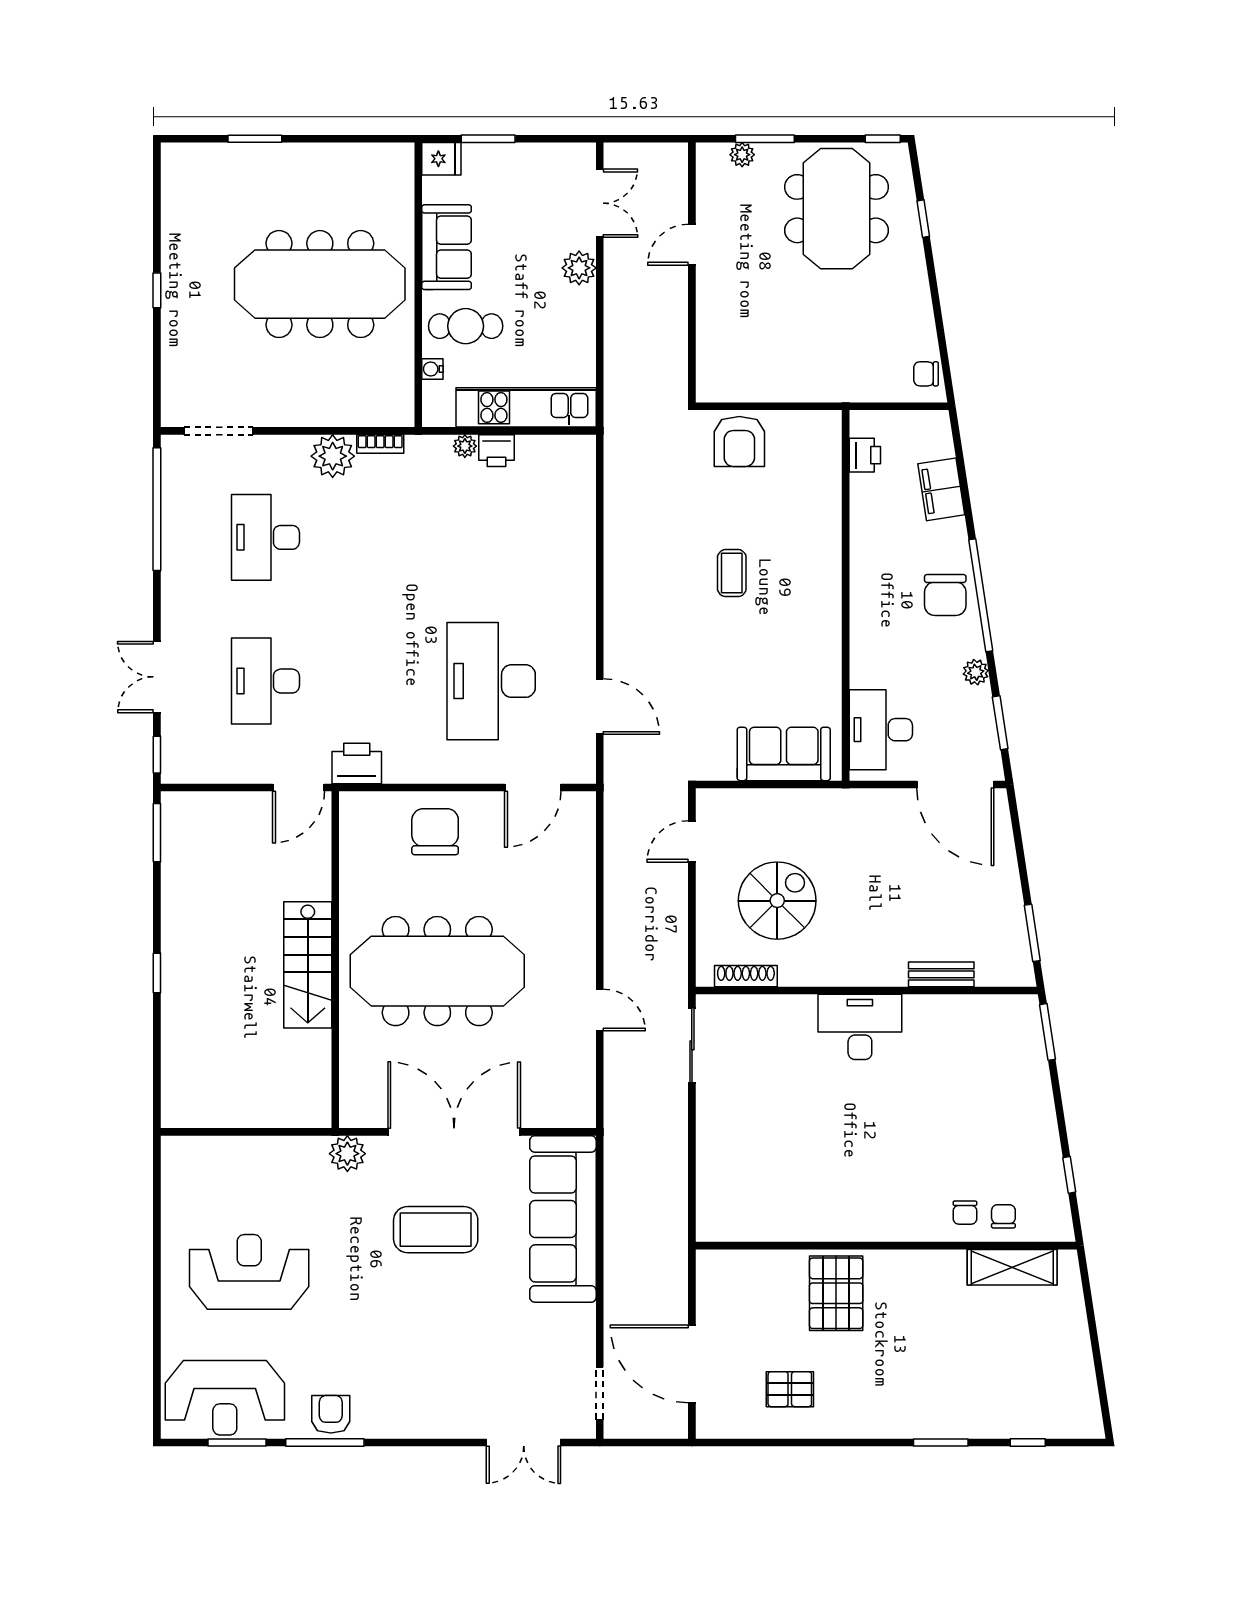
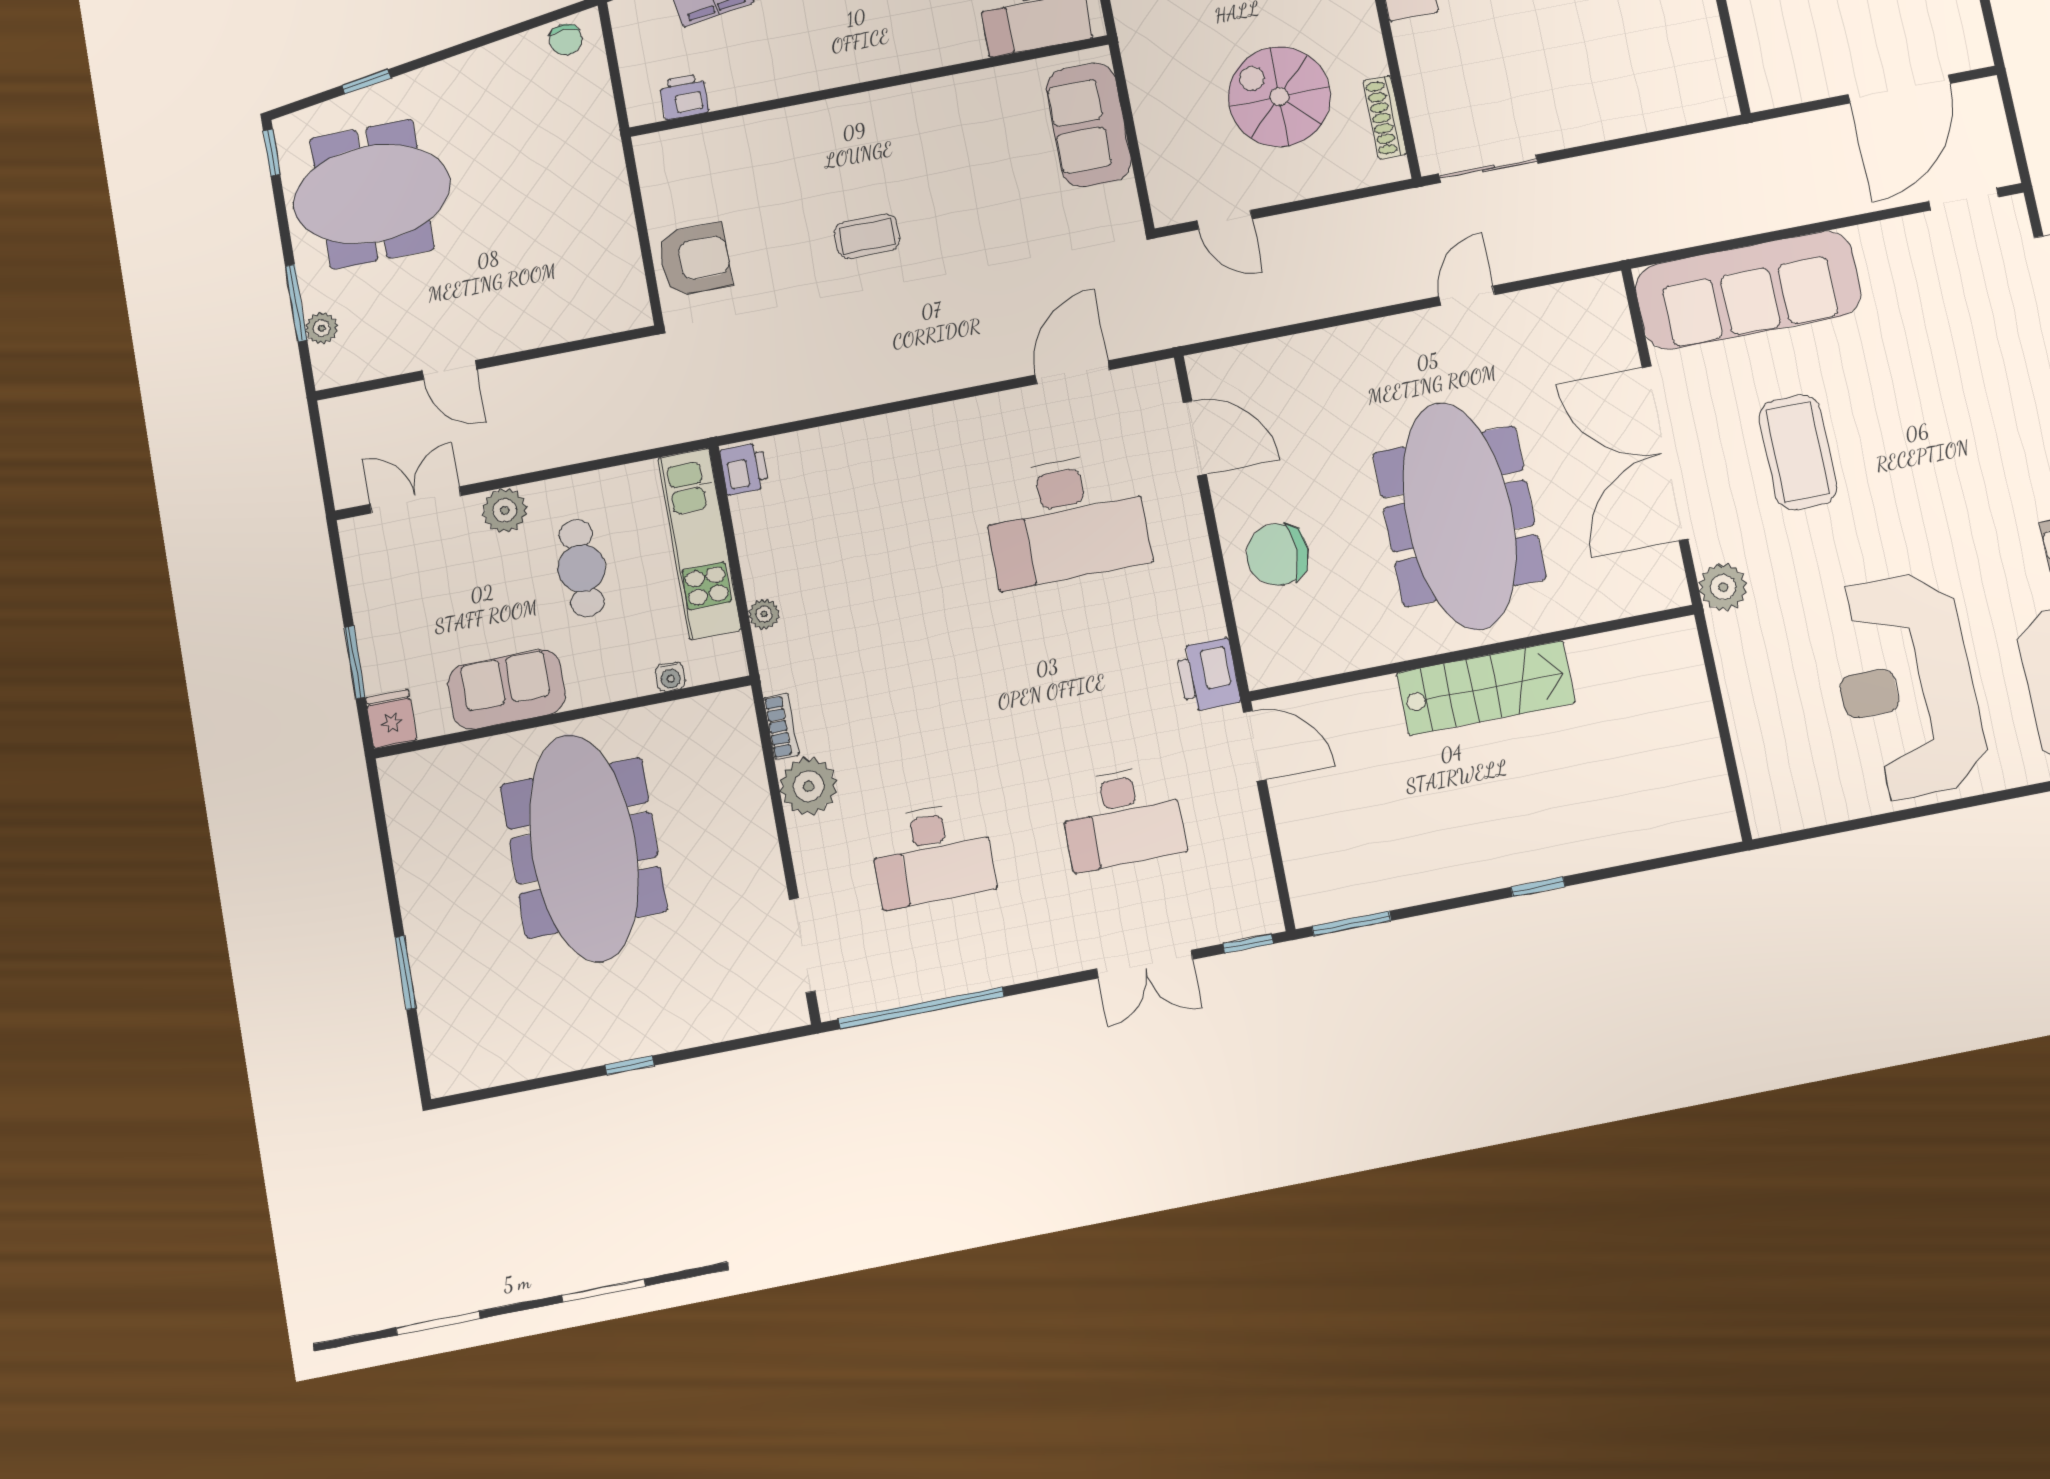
cafe table: (466, 326) -> (582, 568), moved
printer: (497, 451) -> (744, 469), moved
reception desk: (249, 1272) -> (1907, 686), width x1.36, depth x1.30

